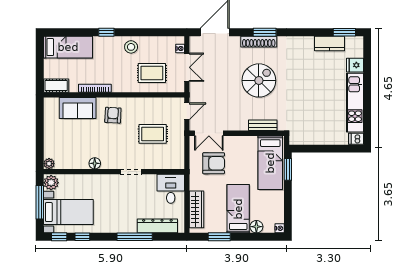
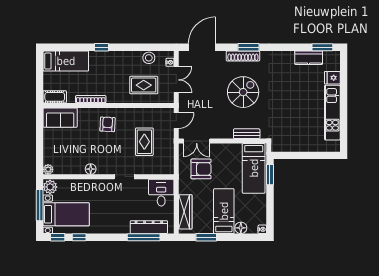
stool: (131, 47) -> (149, 58), moved
sofa: (78, 108) -> (60, 118), moved
rug: (153, 134) -> (144, 142), turned 90
dishwasher: (356, 139) -> (333, 146), removed
window: (135, 237) -> (144, 237), moved

